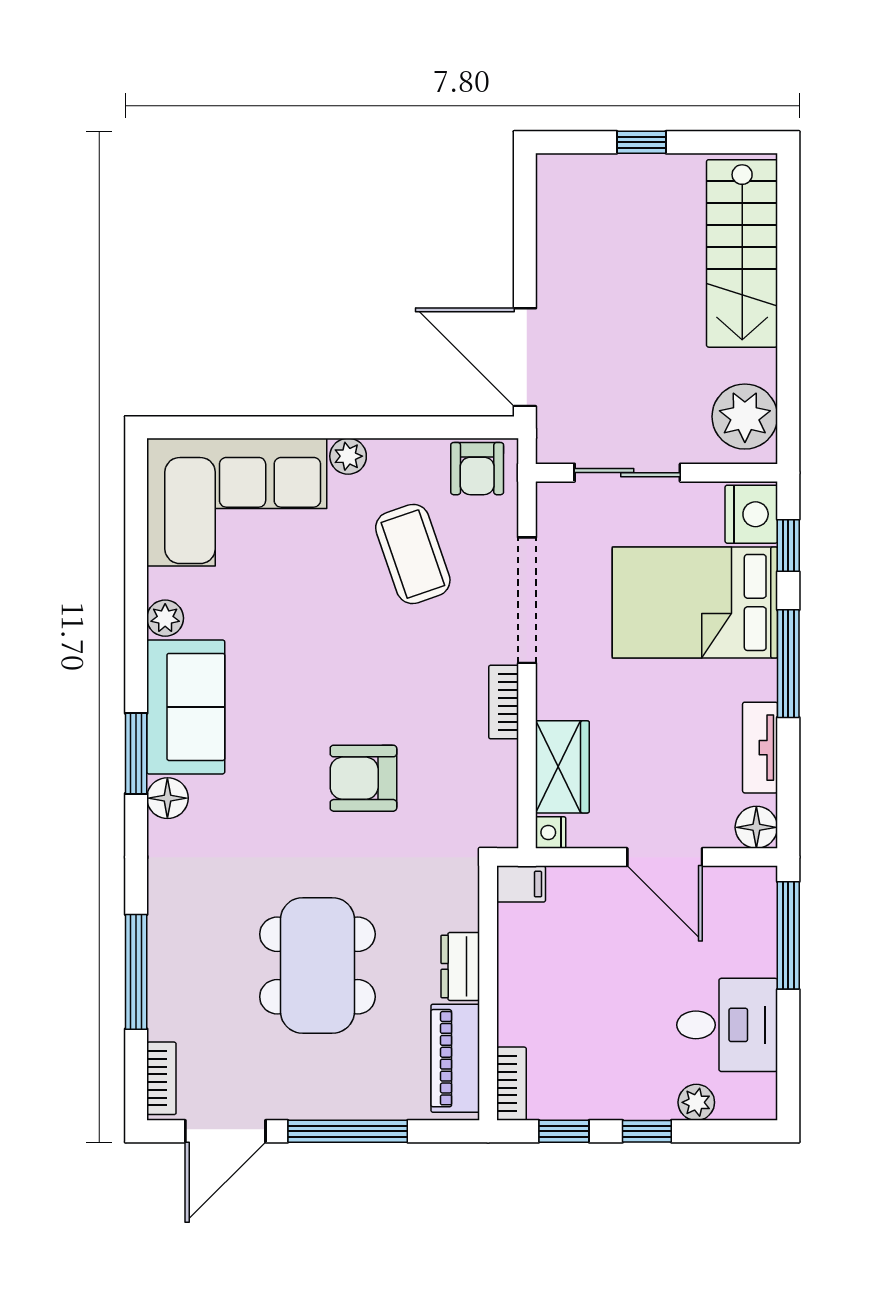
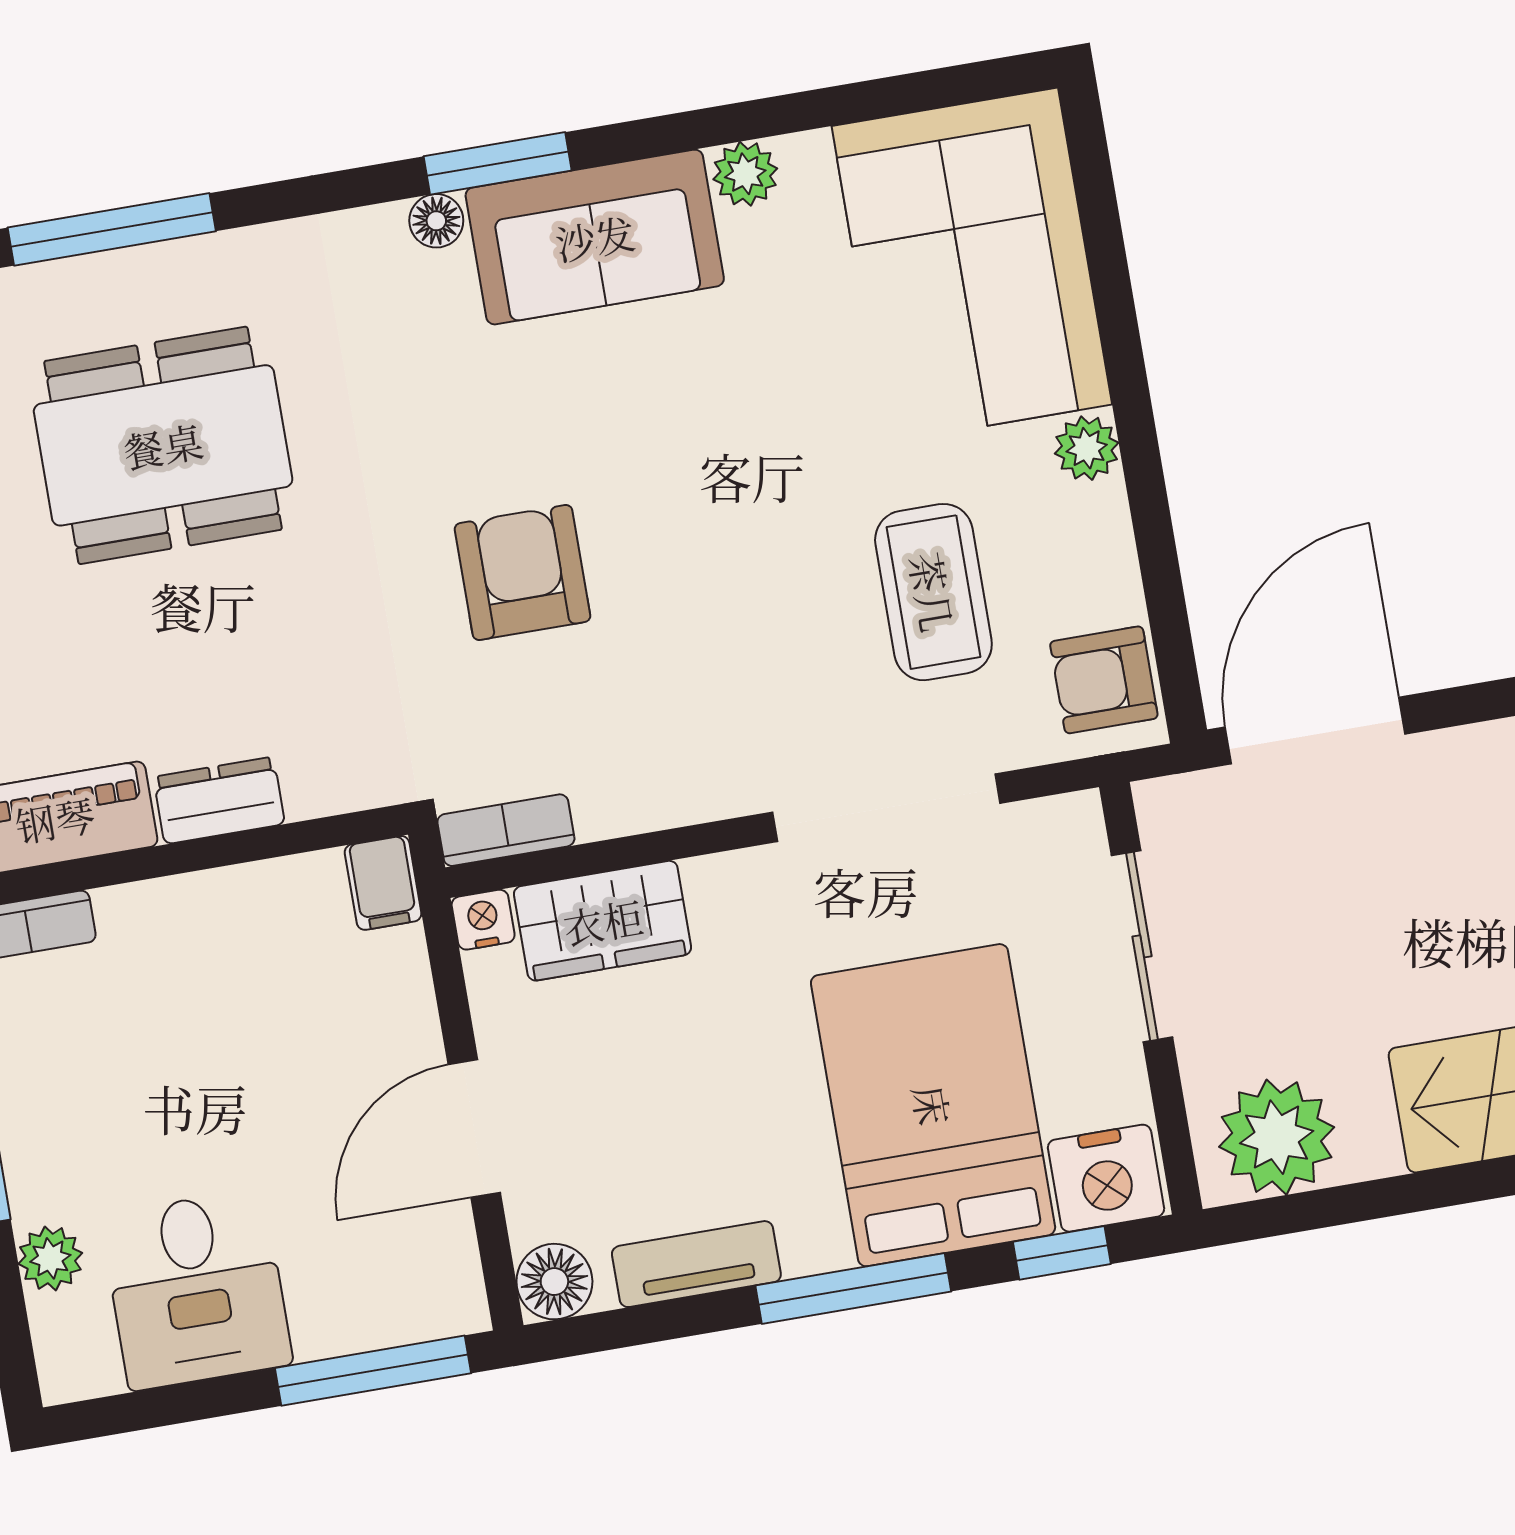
coffee table: (413, 554) -> (933, 592), turned -71
bookcase: (504, 702) -> (506, 830), moved
floor lamp: (167, 798) -> (436, 221), width x0.73, depth x0.73
dining table: (317, 965) -> (163, 445), moved

